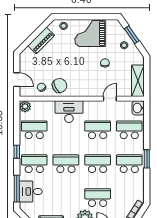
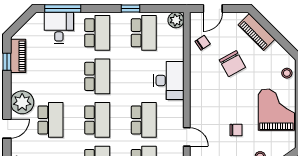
piano: (41, 41) -> (257, 32), moved
chair: (59, 86) -> (232, 64), moved
window: (17, 152) -> (130, 9), moved

